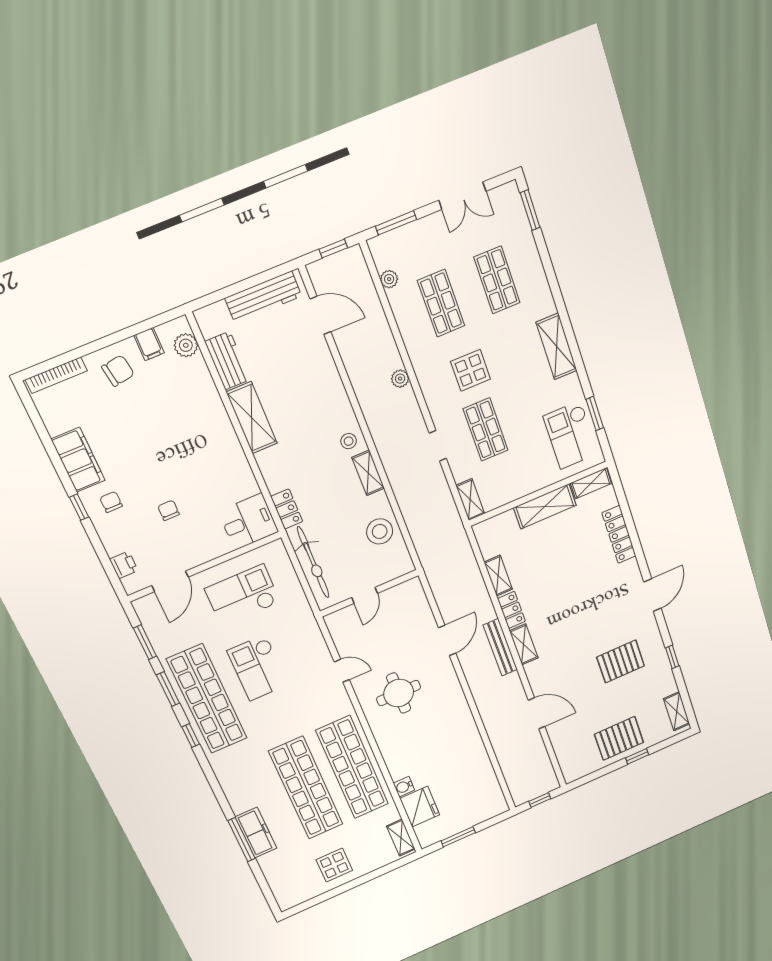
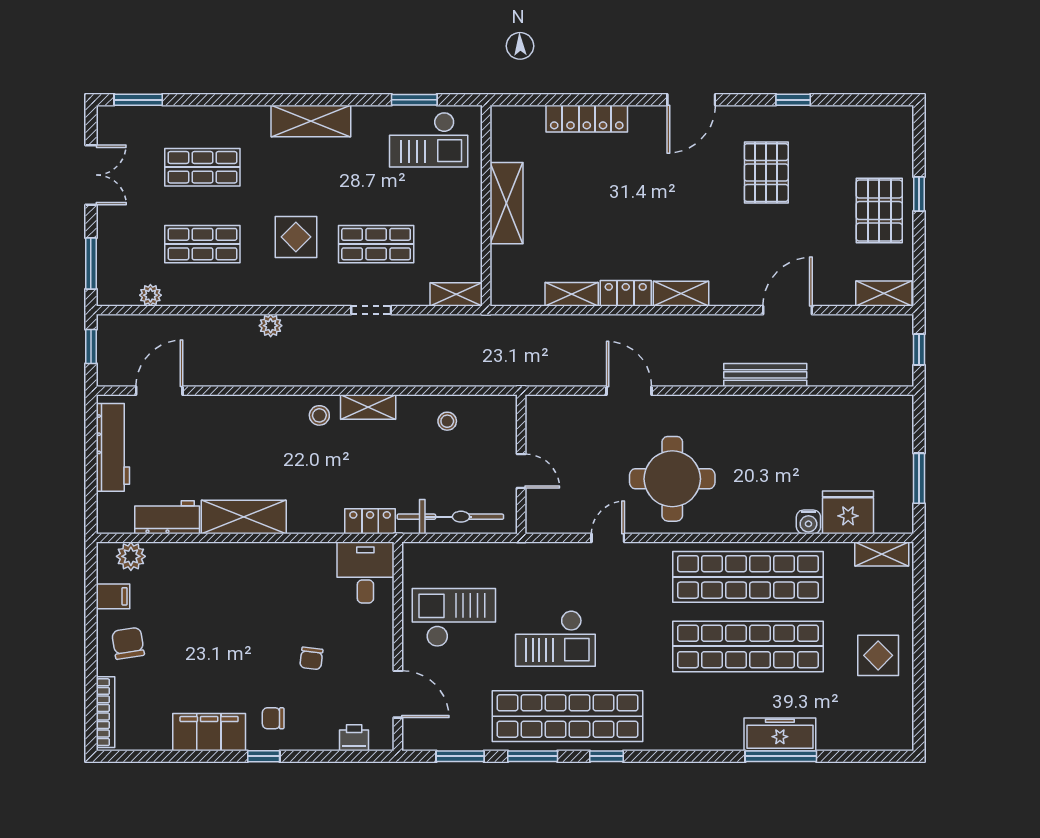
shelving: (591, 483) -> (502, 134), removed
chair: (169, 510) -> (311, 658), turned -83
stool: (380, 531) -> (447, 421), width x0.53, depth x0.53
checkout: (243, 595) -> (454, 618), turned 90
door: (652, 595) -> (691, 100), swing flipped
bench: (500, 647) -> (765, 375), moved
round table: (399, 693) -> (672, 479), width x1.36, depth x1.36
shelving: (677, 711) -> (884, 294), moved

